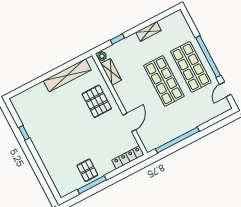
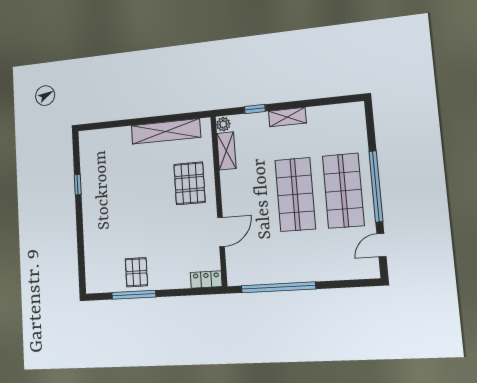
shelving: (149, 31) -> (287, 117), moved
locker: (128, 157) -> (206, 279), width x0.66

